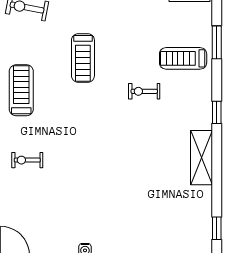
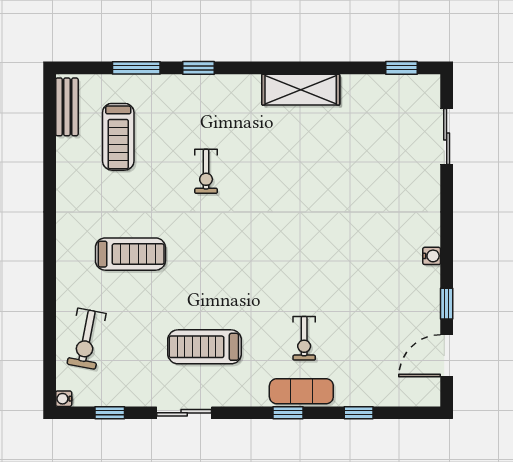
treadmill: (83, 58) -> (130, 254), moved
treadmill: (183, 58) -> (118, 137), moved
window: (217, 112) -> (199, 68), moved

